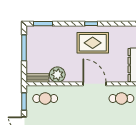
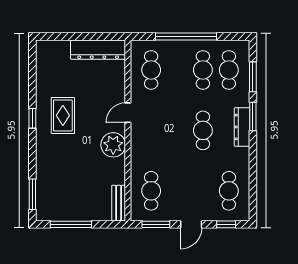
rug: (93, 43) -> (63, 115), width x0.73, depth x0.70
plant: (57, 75) -> (113, 145), moved
door: (94, 84) -> (128, 113), width x0.53

